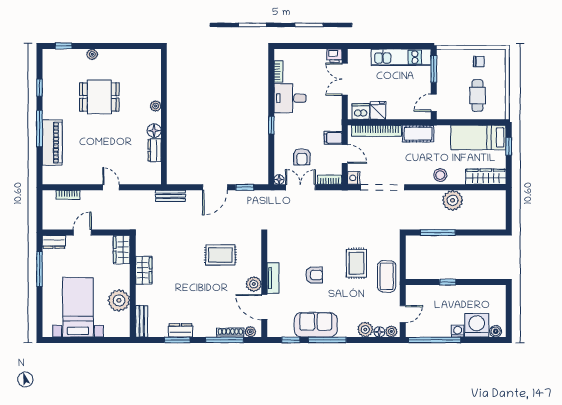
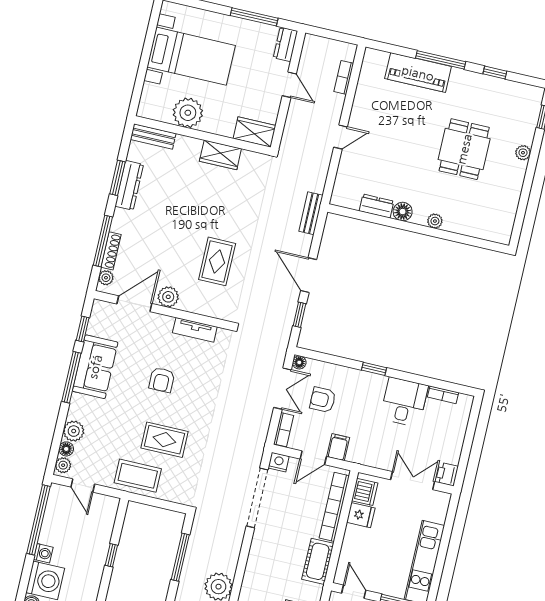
stool: (440, 175) -> (256, 578), removed
tv unit: (273, 278) -> (195, 330), moved
dresser: (180, 330) -> (129, 185), width x1.44

